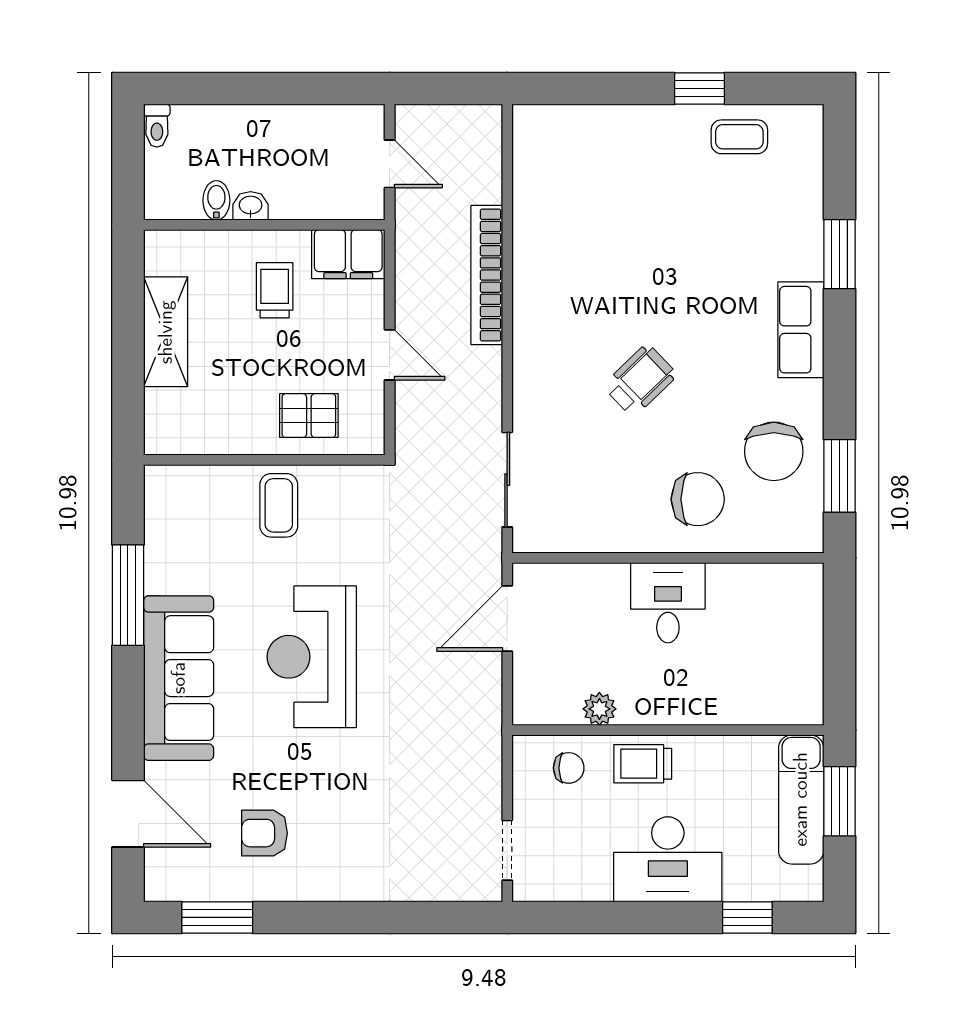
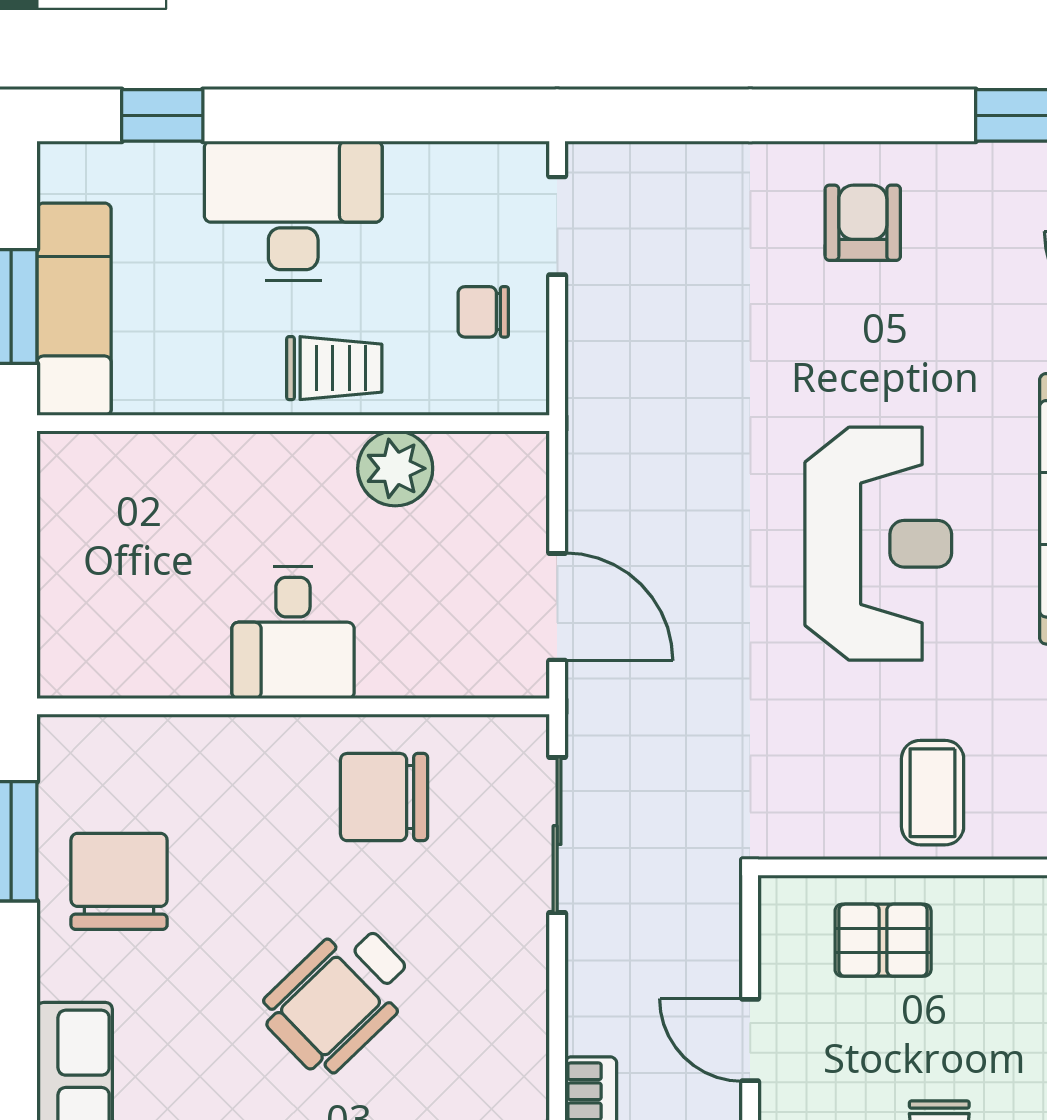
wheelchair: (640, 380) -> (339, 998), width x1.36, depth x1.37
chair: (698, 499) -> (384, 797), moved
door: (507, 618) -> (557, 607), hinge flipped
plant: (599, 709) -> (395, 468), width x1.38, depth x1.38
chair: (569, 768) -> (483, 312), moved
armchair: (264, 833) -> (863, 223), moved, turned -90

